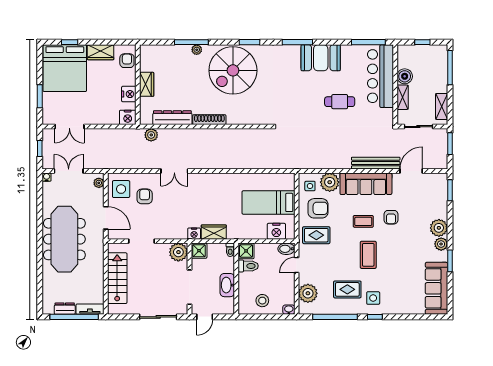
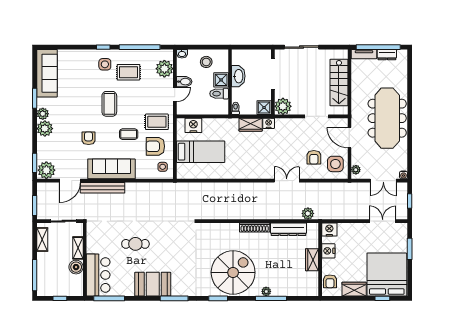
bar counter: (381, 76) -> (98, 275), width x0.73
plant: (330, 182) -> (46, 170), moved
coffee table: (363, 221) -> (129, 134), moved
bidet: (286, 249) -> (184, 82), moved
shower: (246, 251) -> (221, 80), moved
door: (205, 317) -> (259, 47), removed

